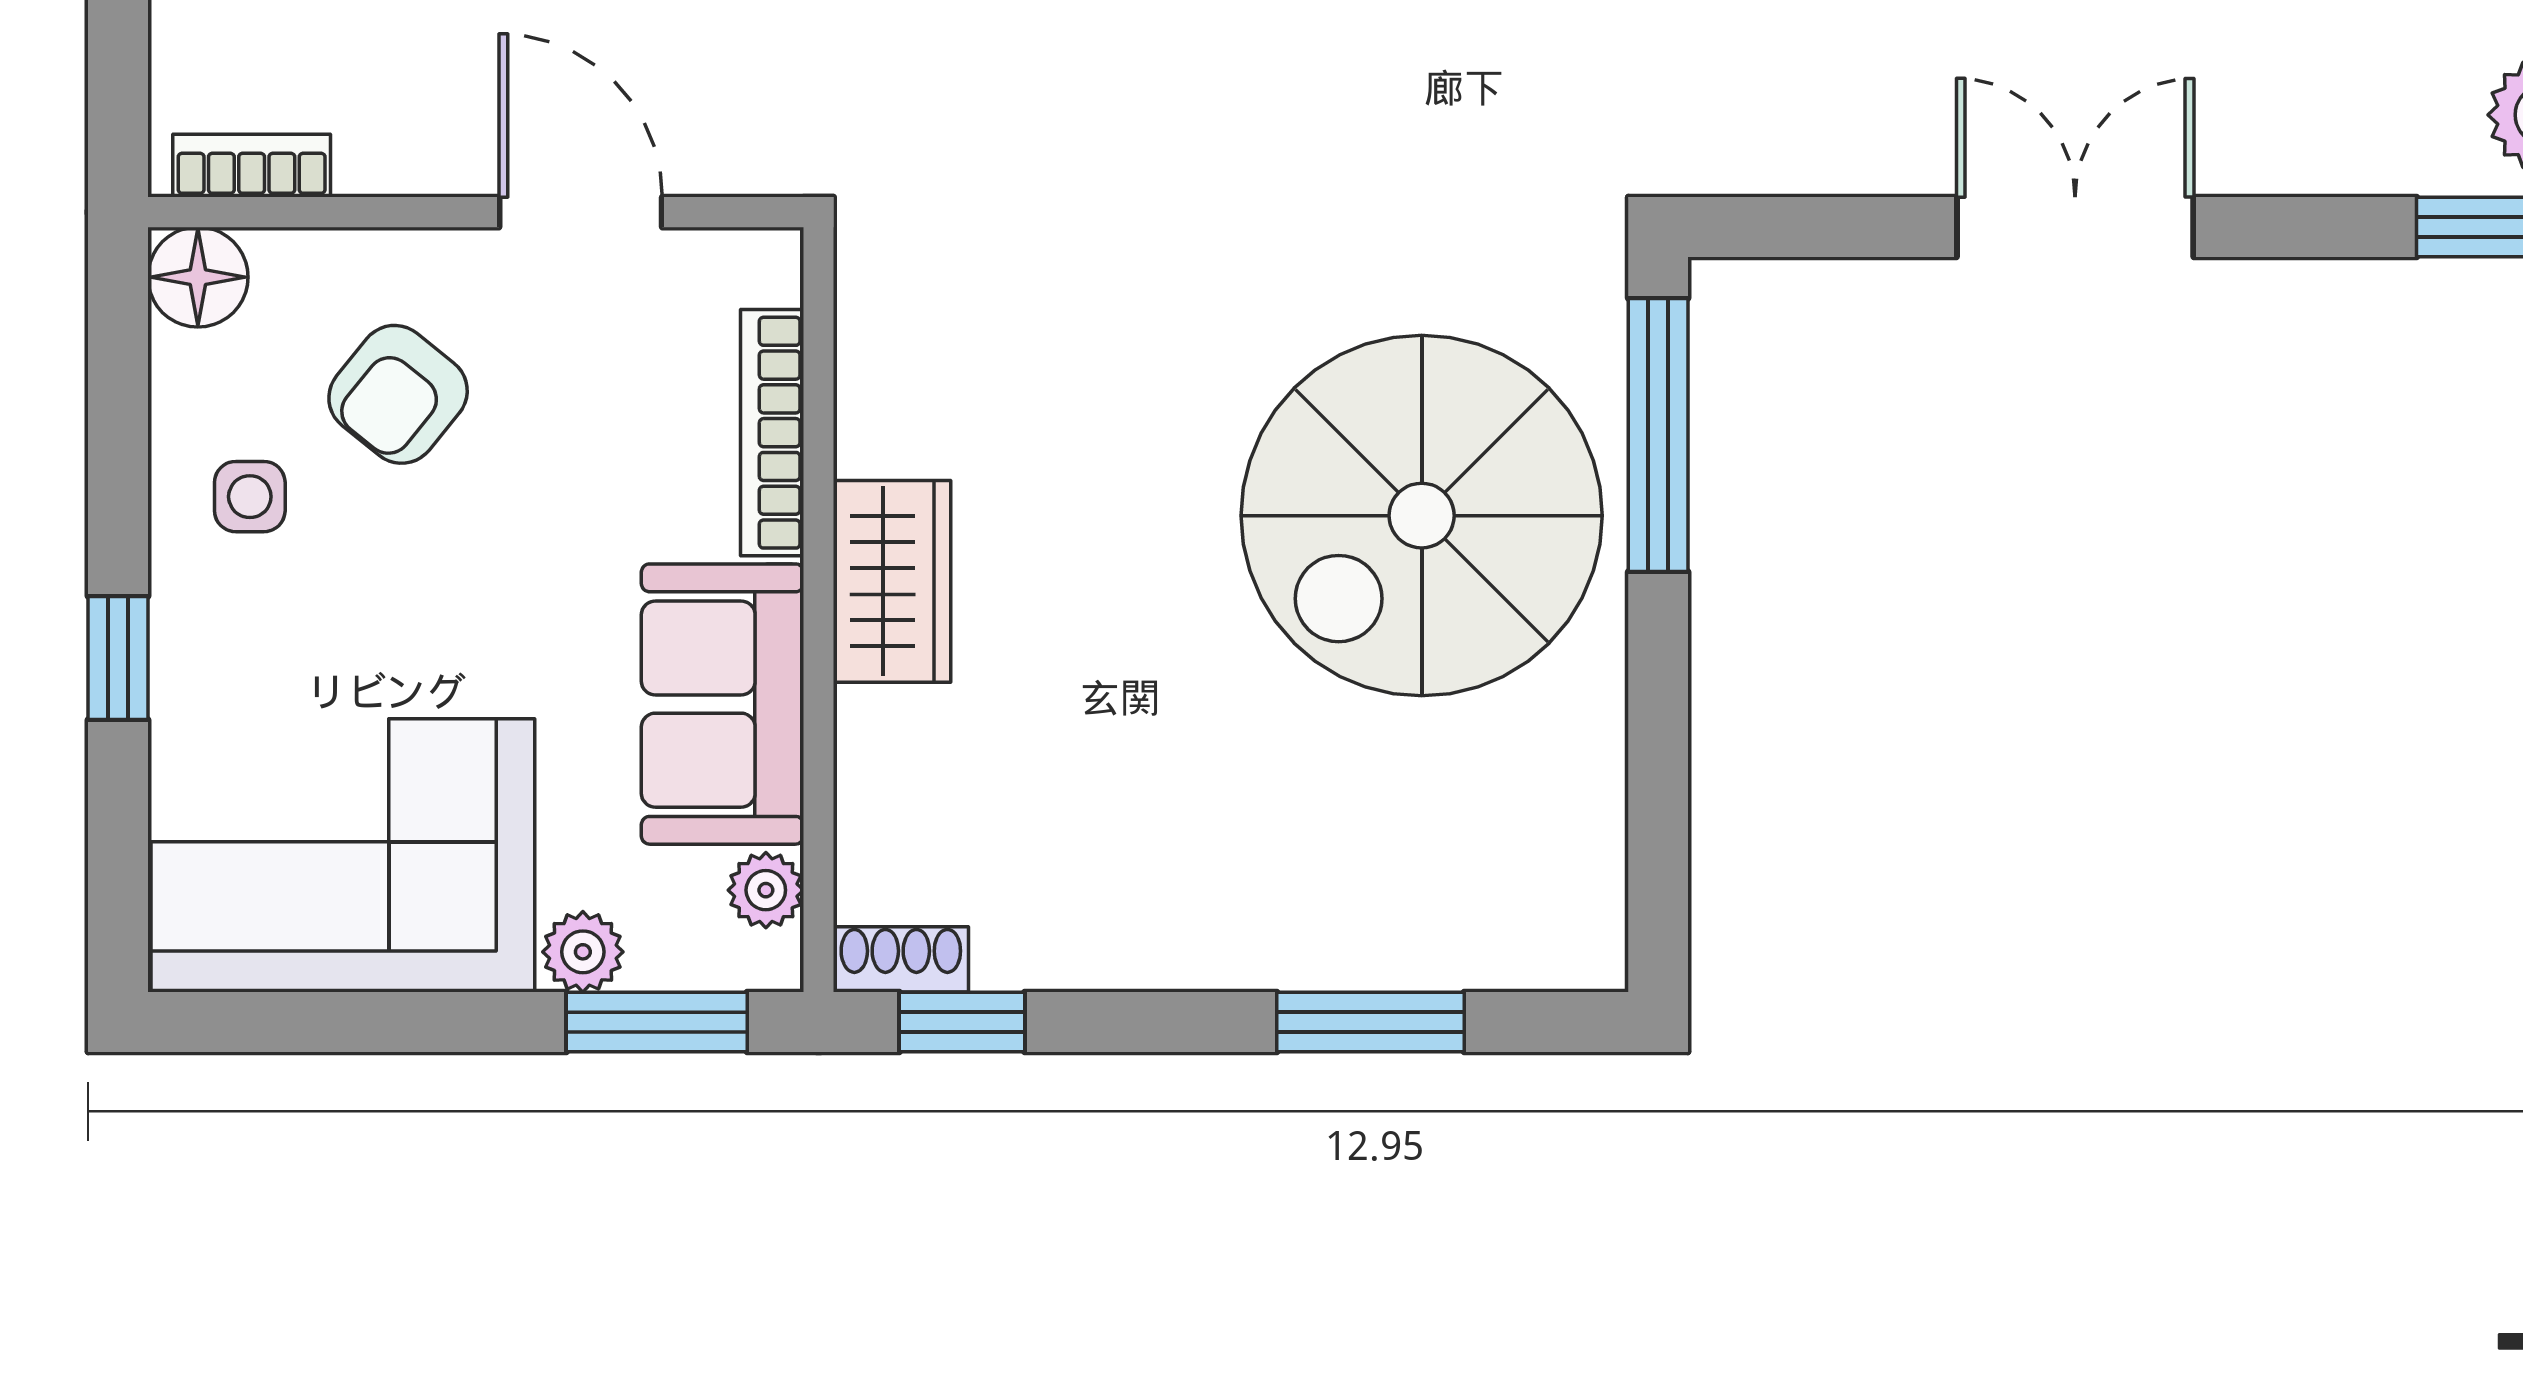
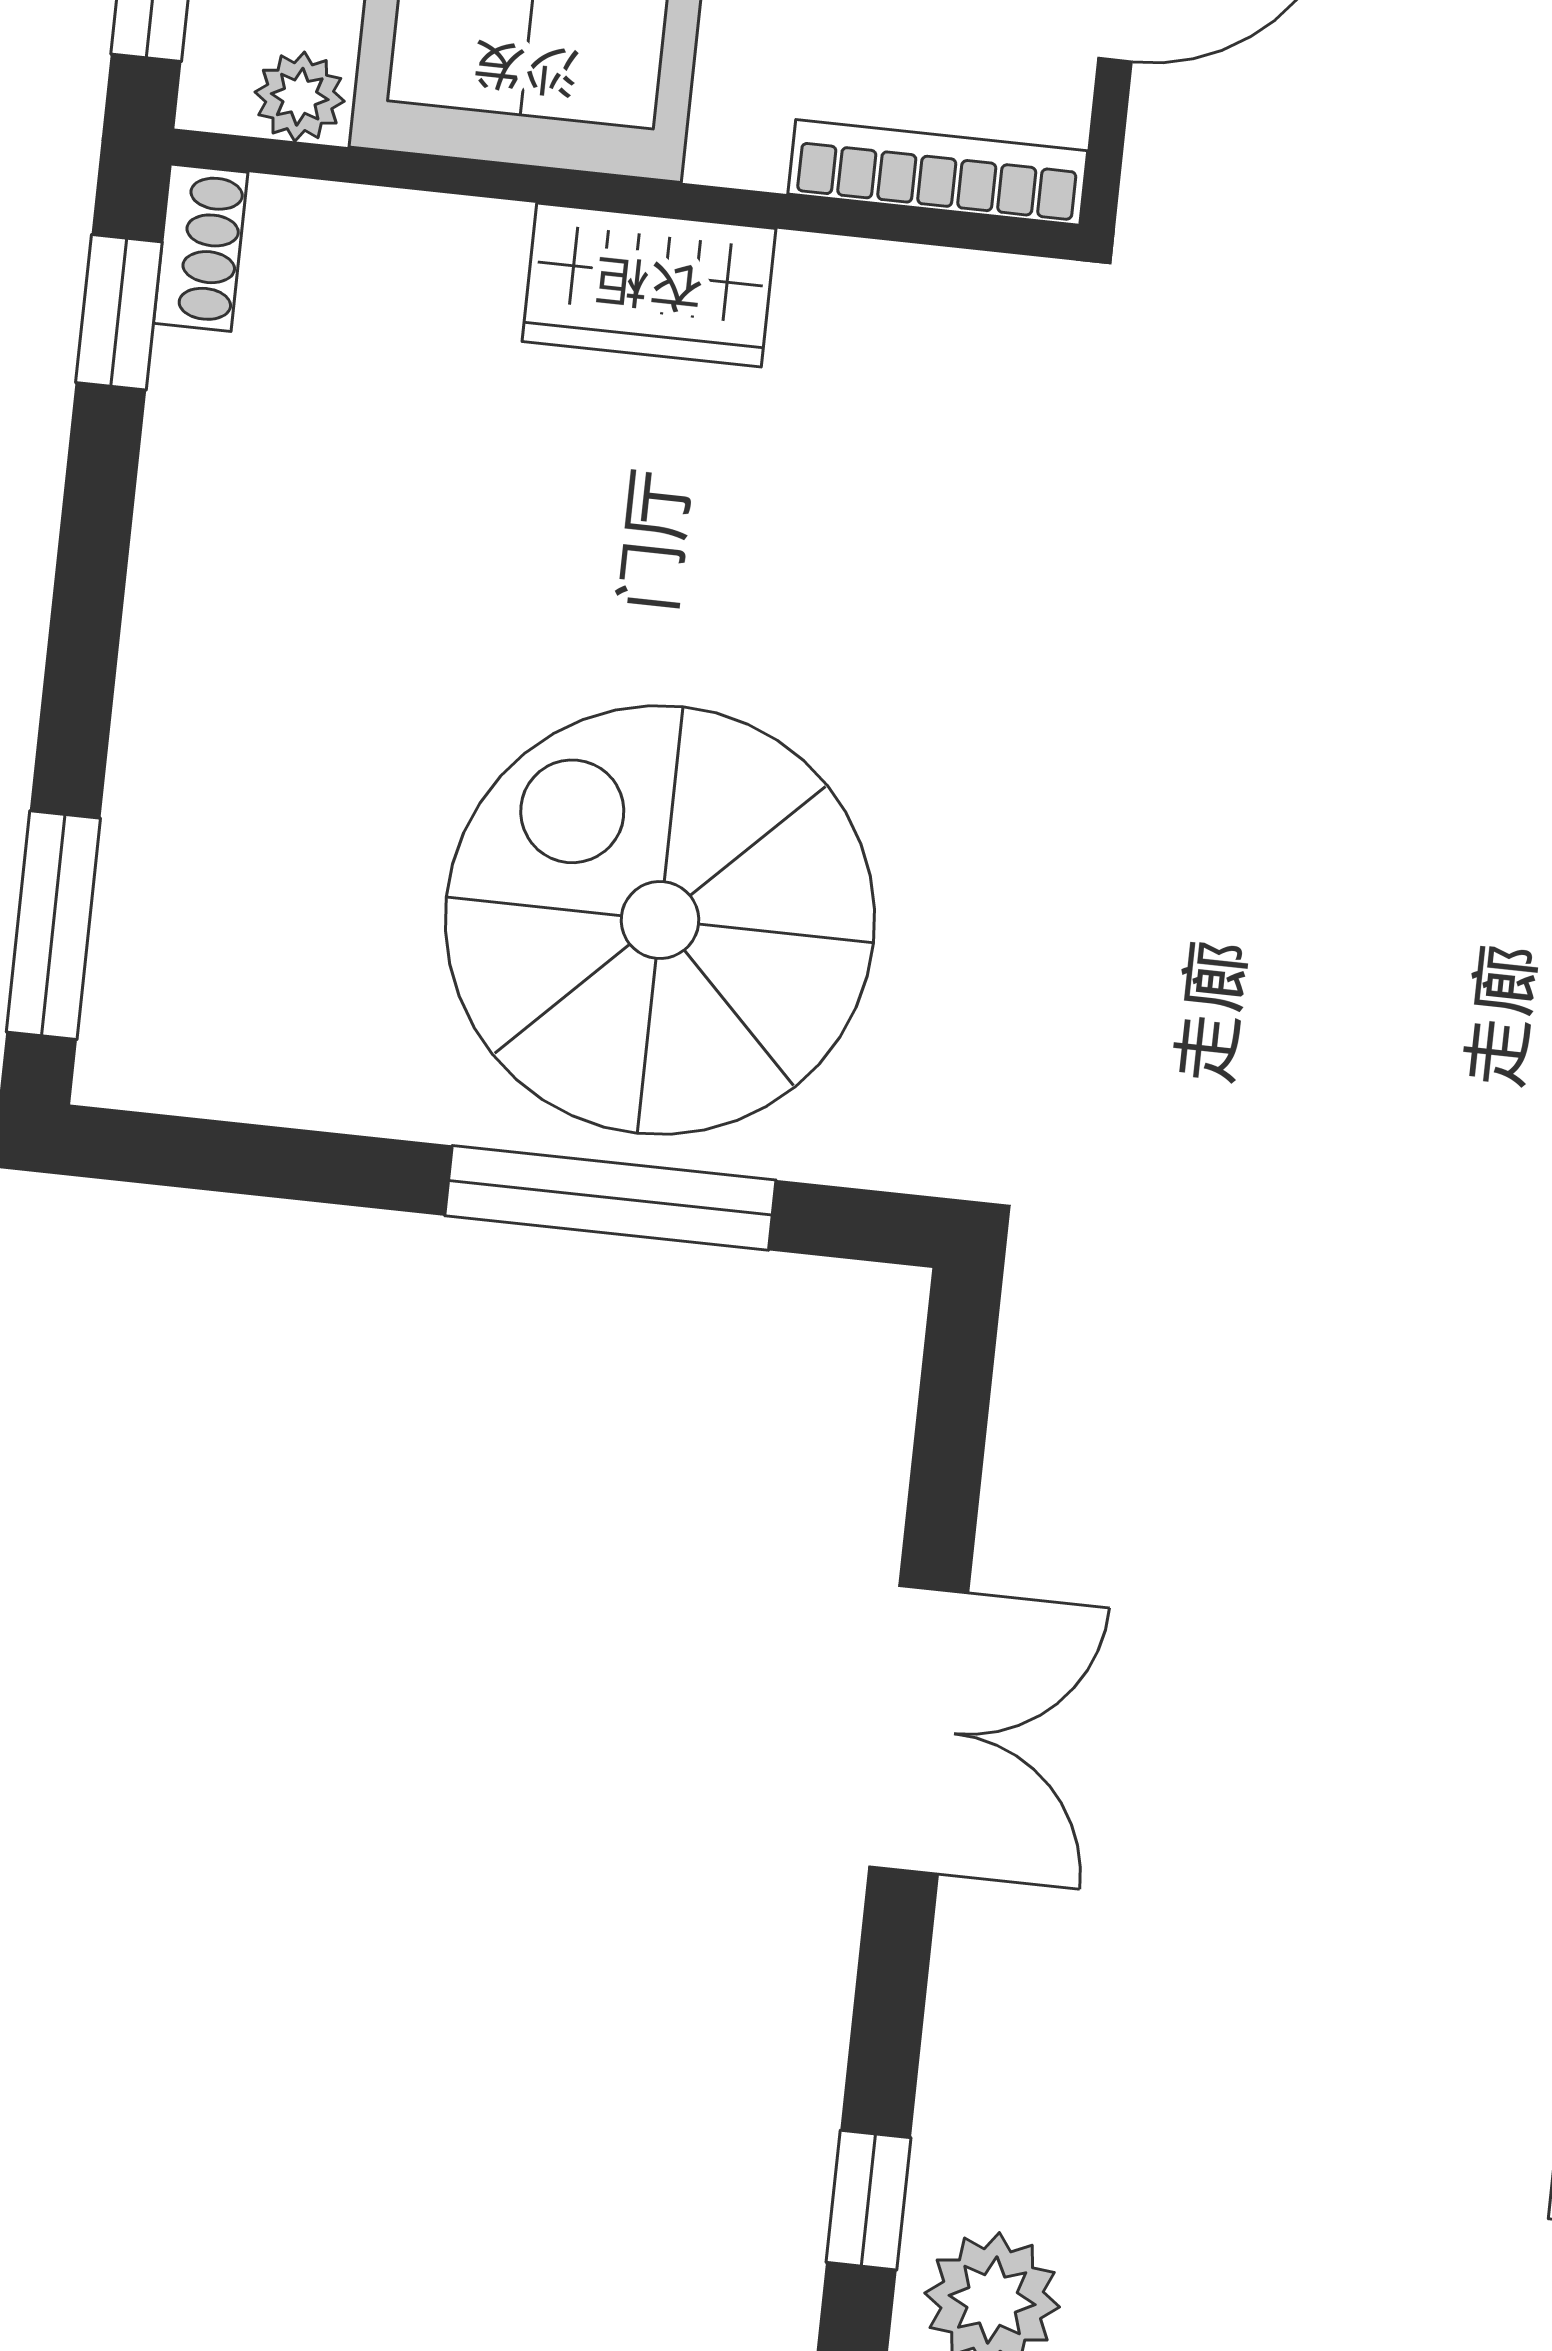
bookcase: (772, 433) -> (938, 172), moved
window: (1658, 435) -> (610, 1198), moved
window: (1371, 1022) -> (53, 925), moved

